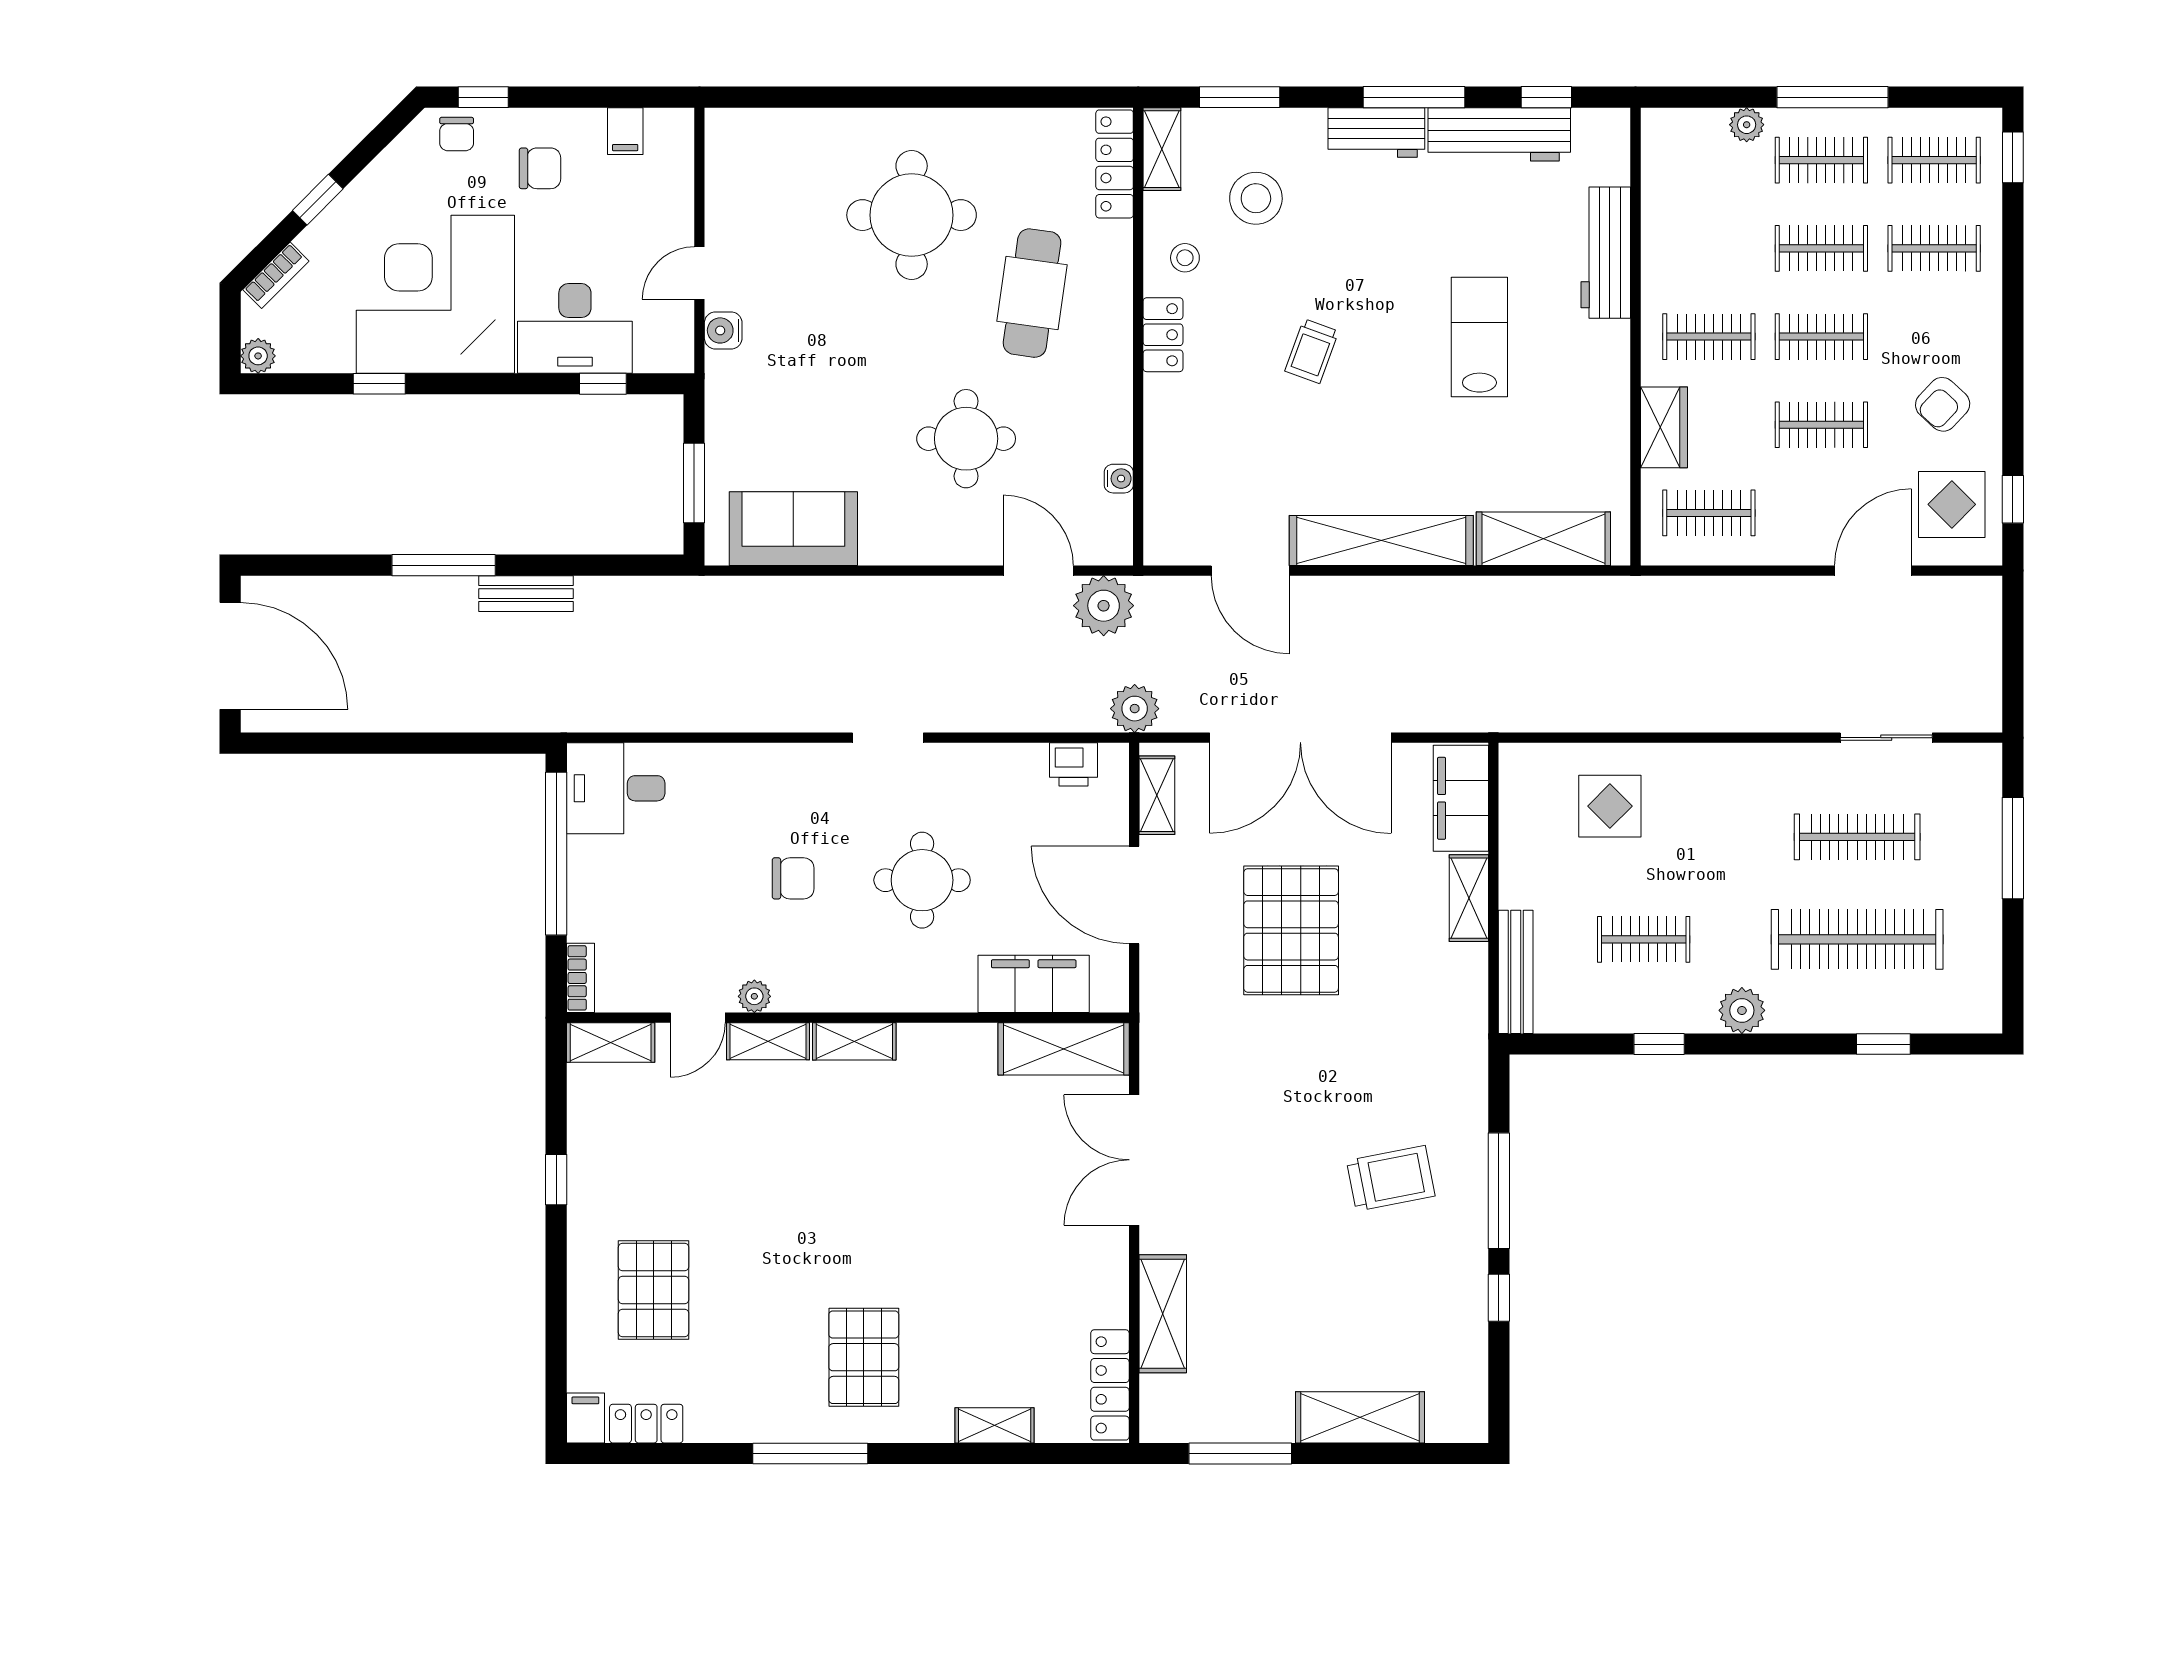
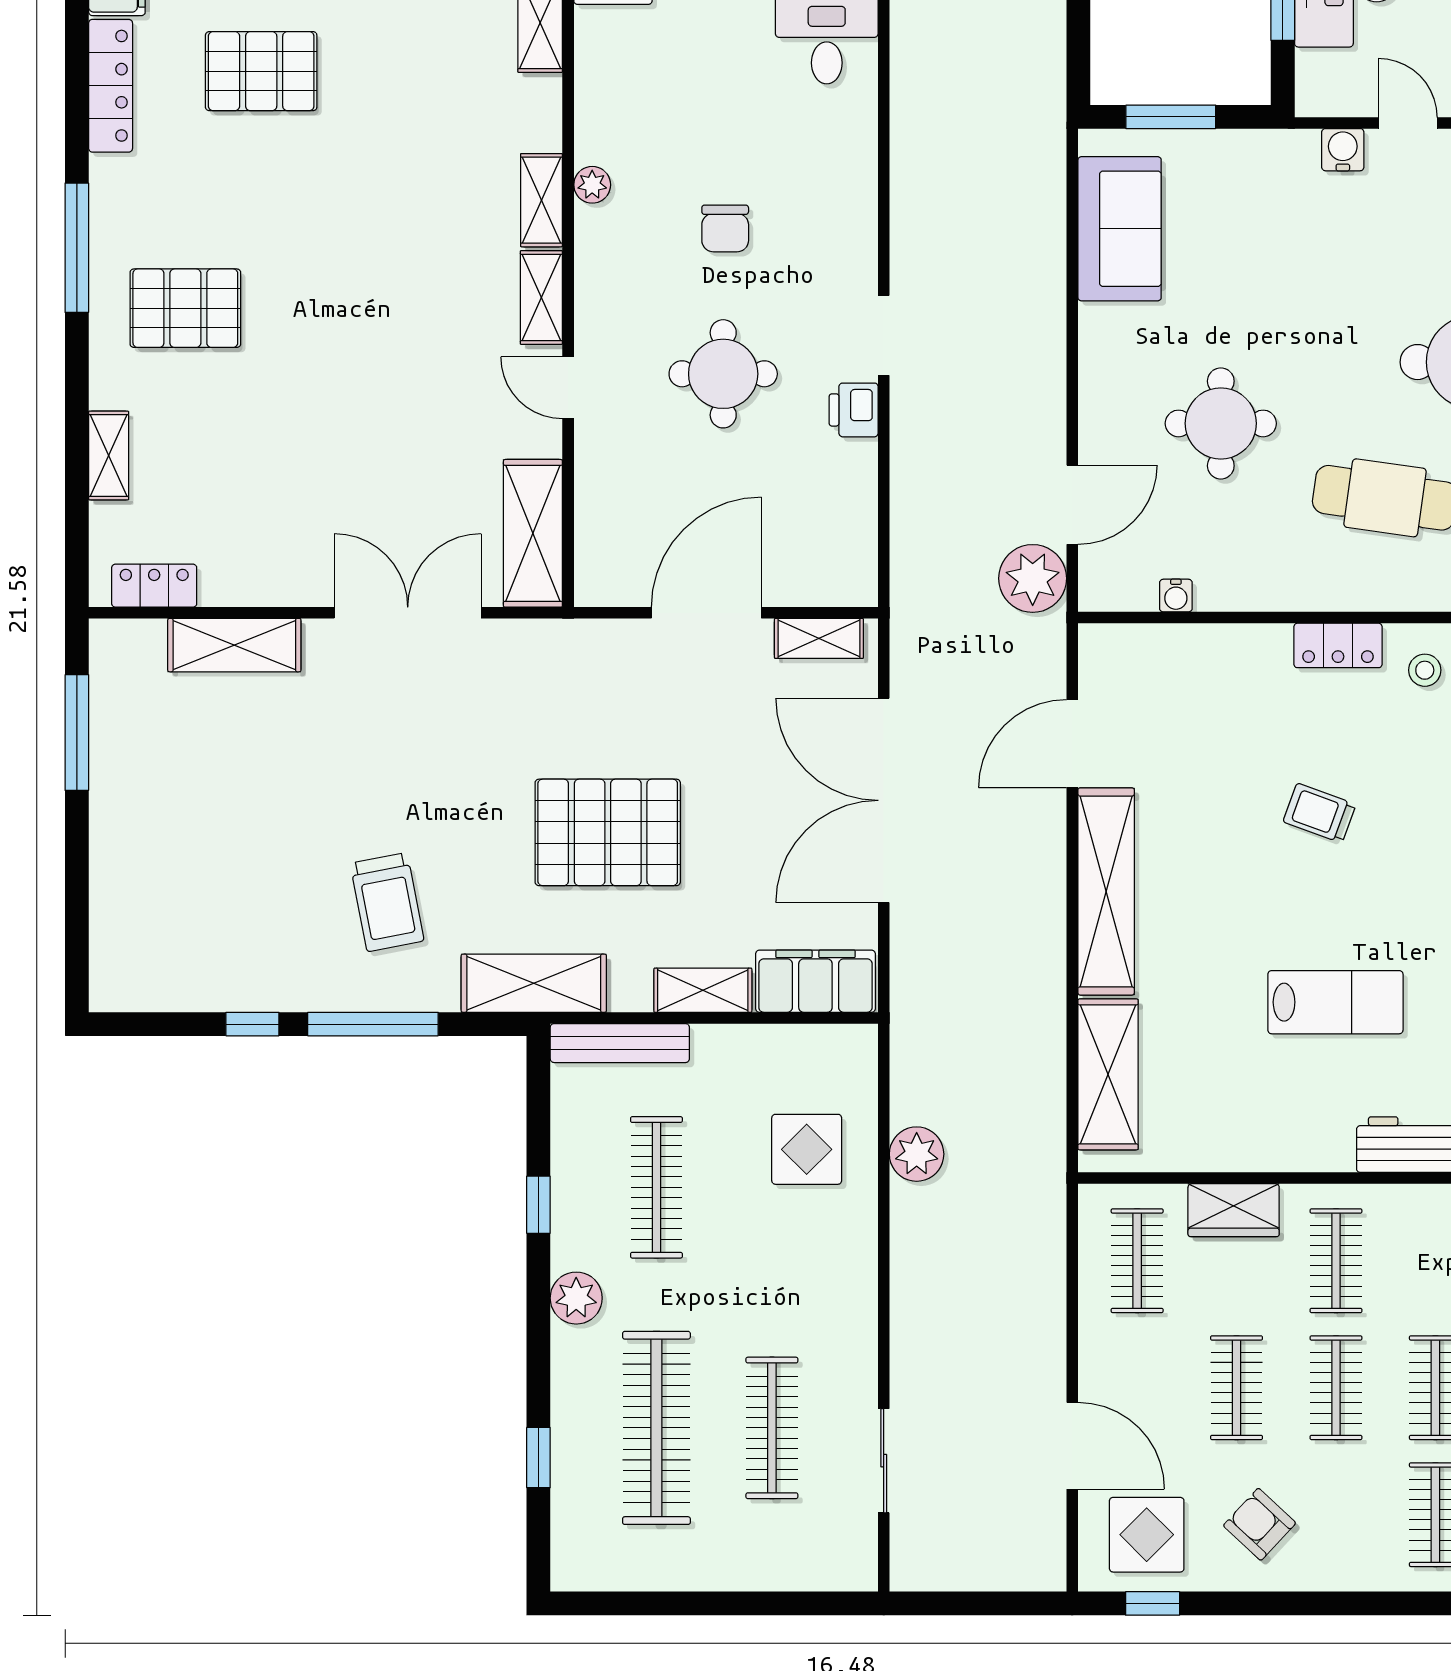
plant: (1135, 709) -> (917, 1154), moved
printer: (1073, 764) -> (854, 410), moved
window: (2013, 848) -> (759, 1603), removed
pallet: (1291, 930) -> (608, 832), moved
clothes rail: (1644, 939) -> (656, 1187), width x1.36
filing cabinet: (1034, 984) -> (606, 500), removed
door: (698, 1018) -> (568, 388), moved
locker: (1110, 1385) -> (154, 586), width x0.66
shelving: (1360, 1417) -> (534, 983), moved, turned 90
locker: (646, 1424) -> (111, 86), width x1.53

